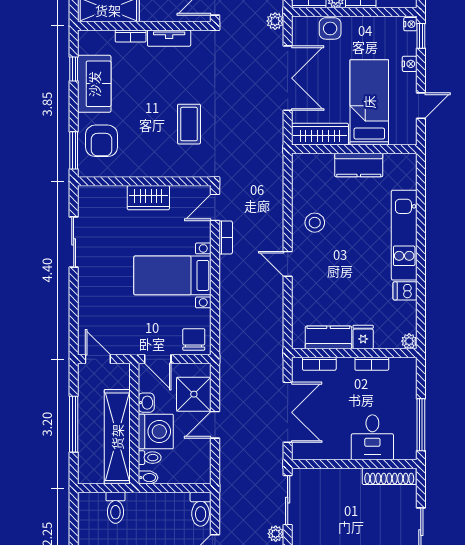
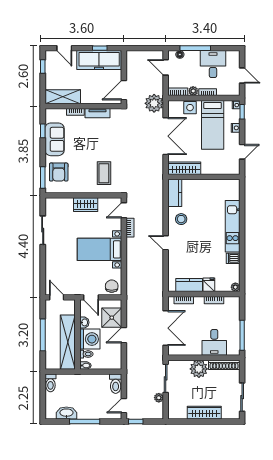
plant: (275, 21) -> (154, 103), width x1.87, depth x1.87
bed: (369, 102) -> (213, 125), moved, turned 180
coffee table: (189, 124) -> (104, 173), moved
kitchen counter: (359, 165) -> (175, 193), moved, turned -90
plant: (345, 483) -> (199, 369), added
toilet: (115, 508) -> (50, 383), moved

